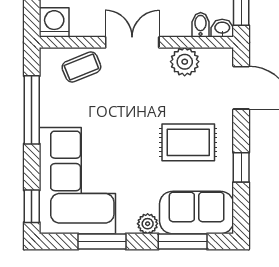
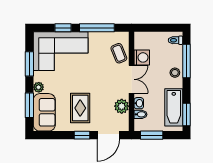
washing machine: (54, 22) -> (142, 57), moved
washbasin: (222, 28) -> (139, 103), moved
window: (241, 167) -> (82, 135), moved
window: (32, 206) -> (63, 28), moved

